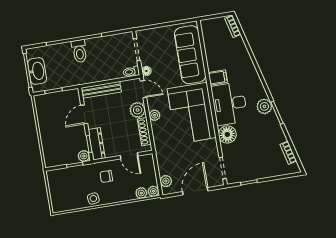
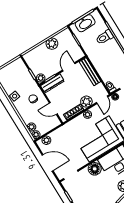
toilet: (79, 51) -> (105, 37), moved
door: (84, 114) -> (69, 67), hinge flipped
plant: (46, 124) -> (52, 44), added
door: (129, 156) -> (53, 108), hinge flipped

